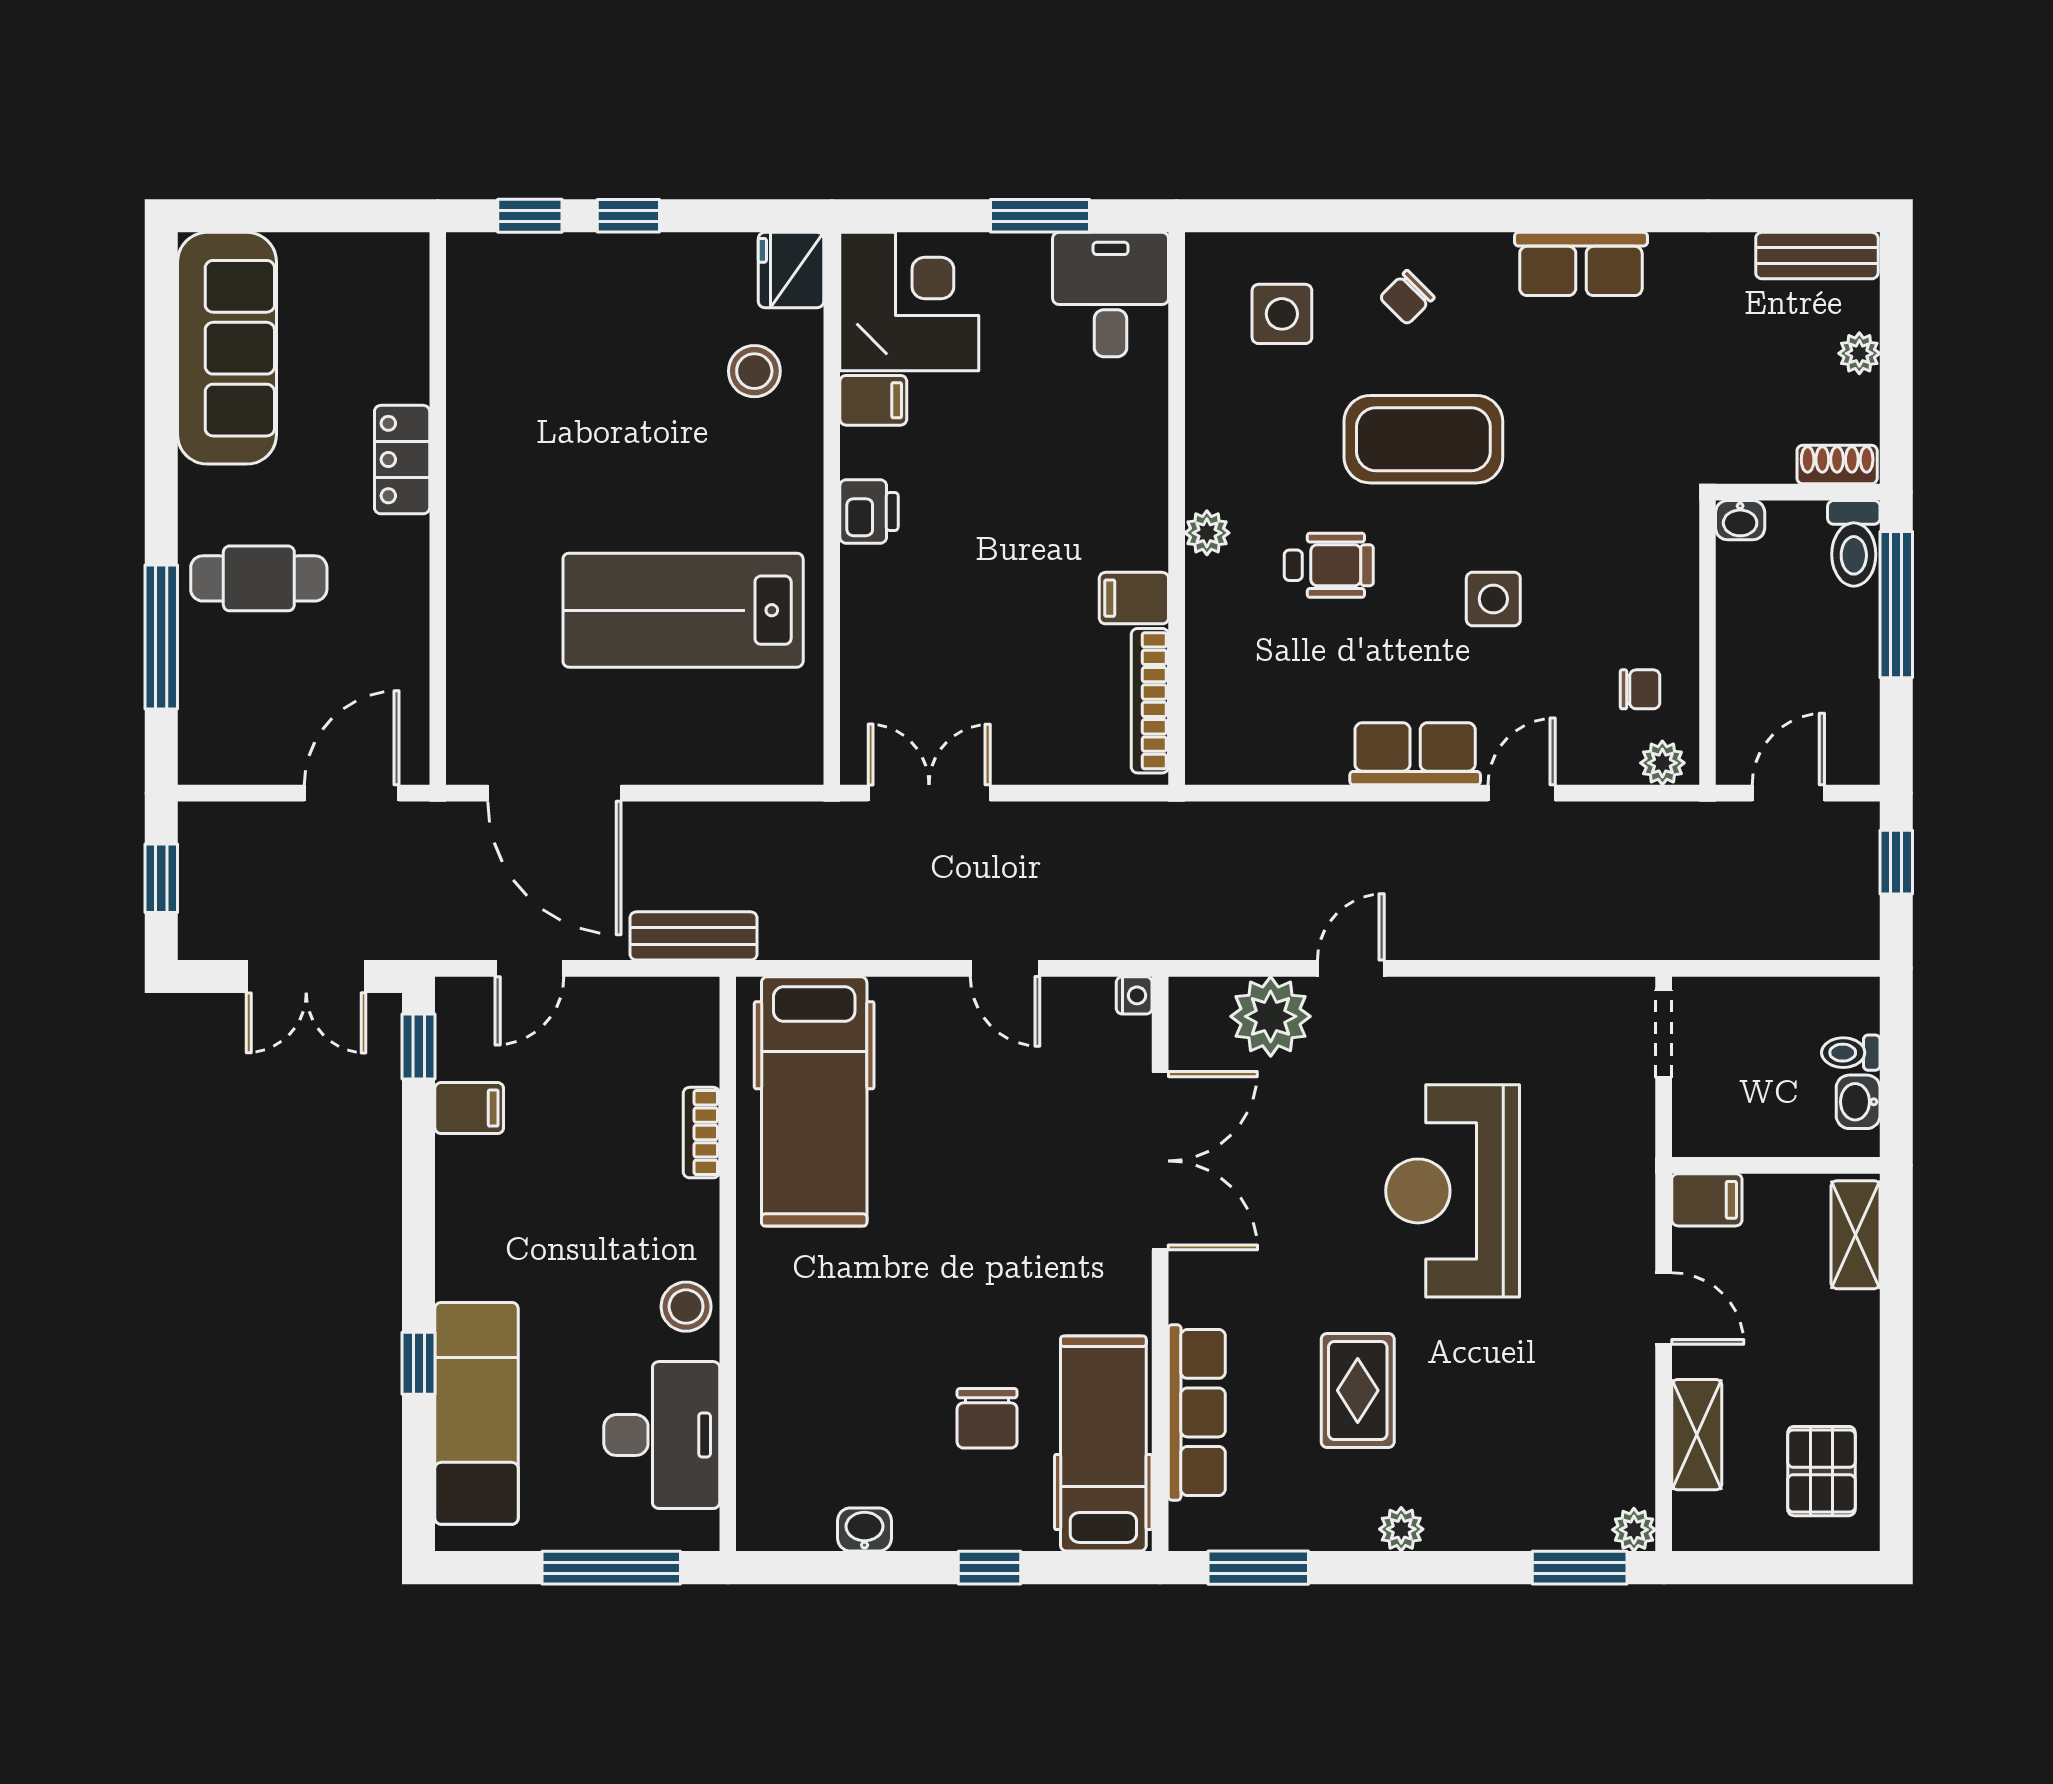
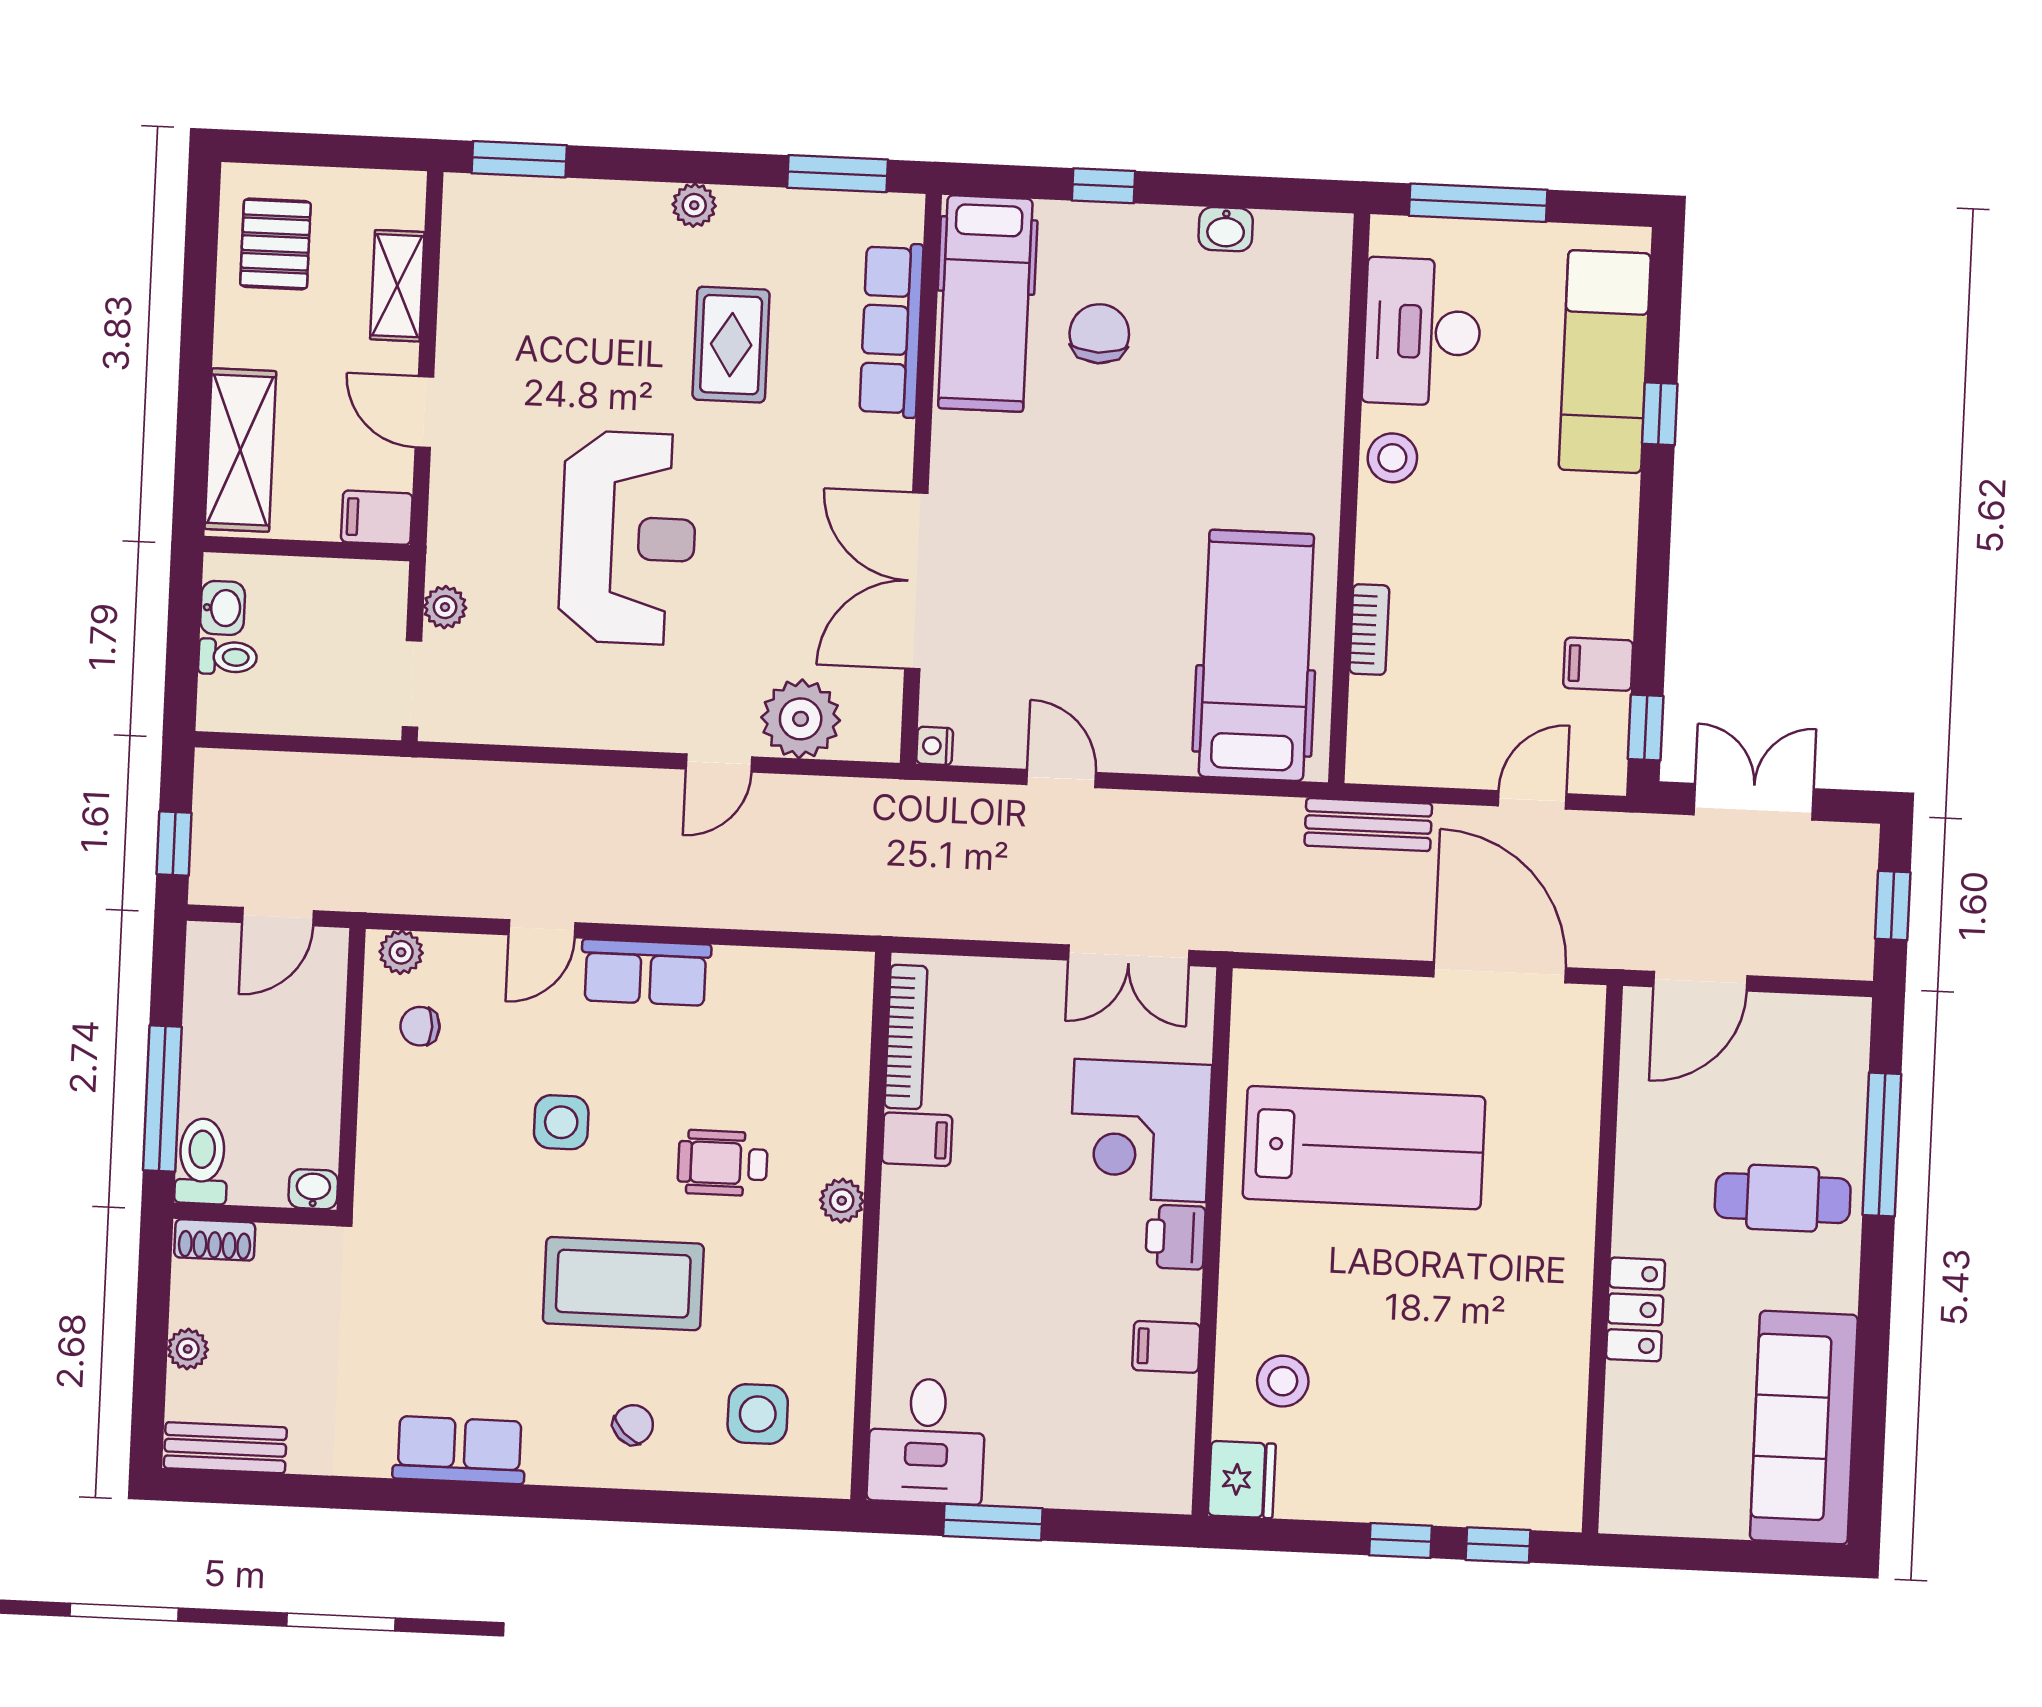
corner desk: (909, 302) -> (1140, 1131), moved
shelving: (1855, 1235) -> (240, 450), width x1.50, depth x1.33
plant: (1634, 1530) -> (445, 607), moved

